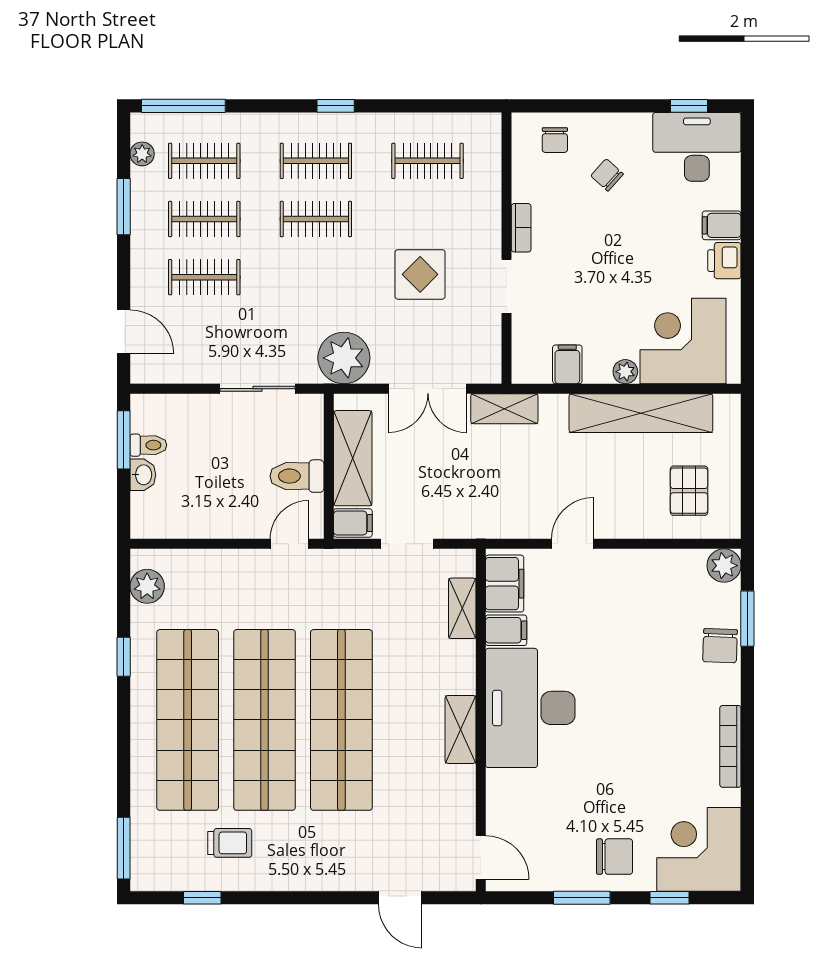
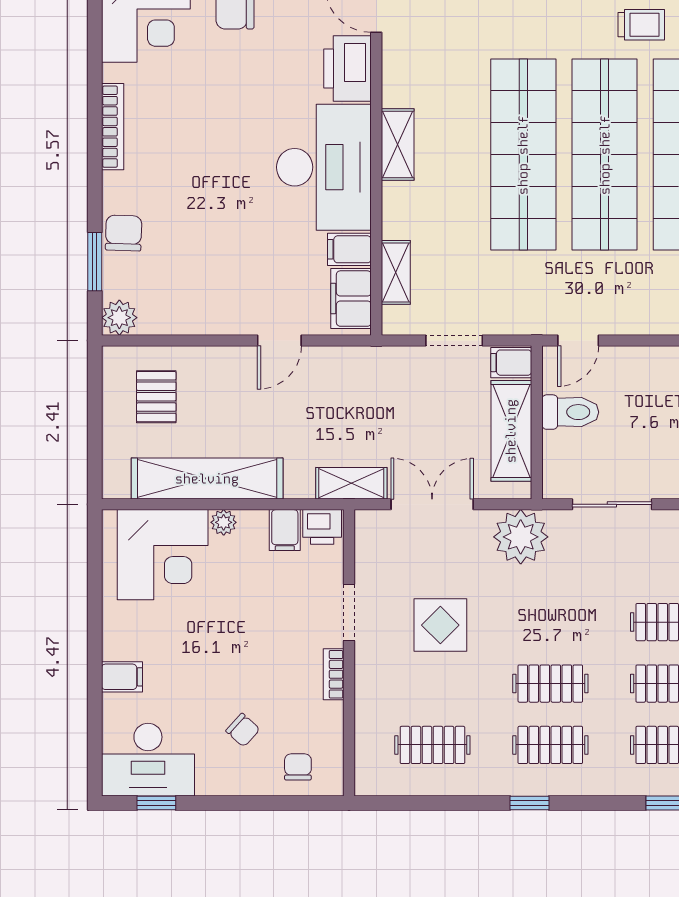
printer: (724, 261) -> (322, 527), moved, turned 90
printer: (508, 801) -> (348, 68), added
trolley: (230, 843) -> (641, 25), turned 180

